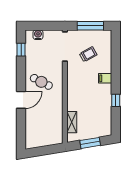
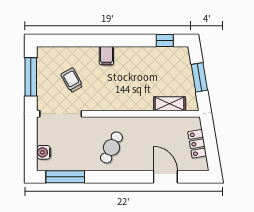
window: (21, 50) -> (65, 177), width x2.17
door: (21, 100) -> (165, 177), moved
window: (116, 100) -> (165, 40), moved
locker: (44, 141) -> (197, 144), added

